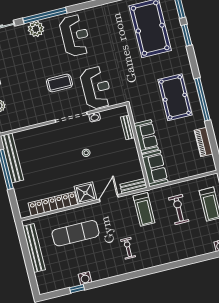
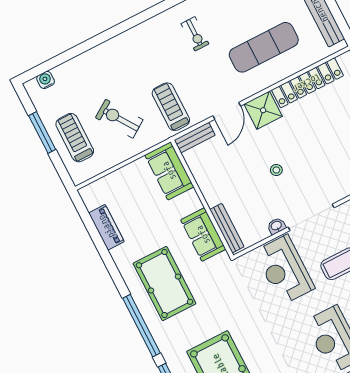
window: (202, 99) -> (141, 326), moved
bench: (128, 127) -> (227, 228), width x1.36
sofa: (146, 137) -> (203, 235), moved
exercise bike: (179, 210) -> (119, 119), turned 146
exercise bike: (128, 248) -> (195, 34), moved

